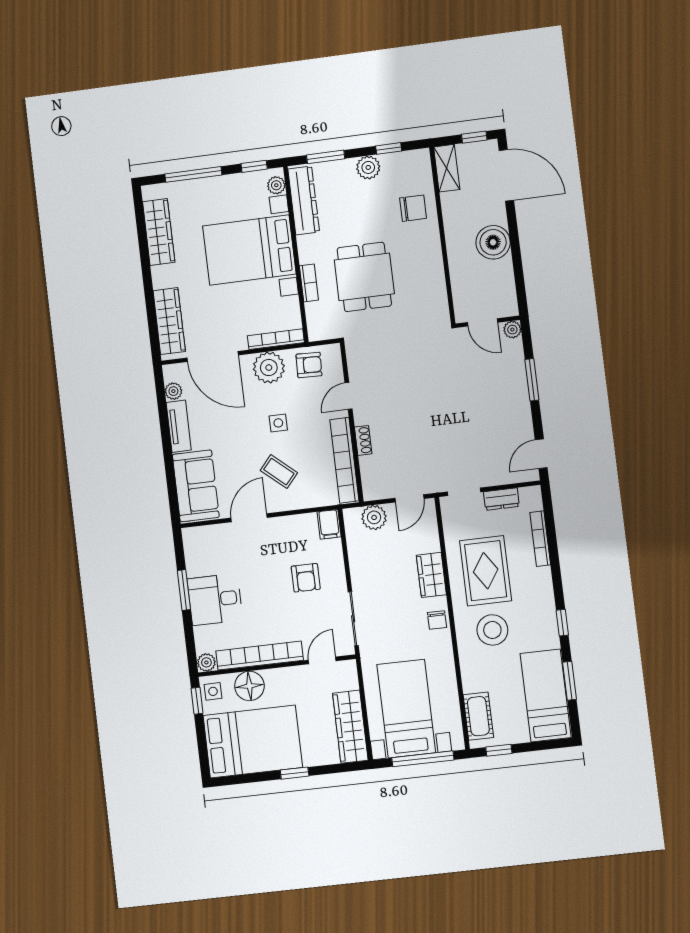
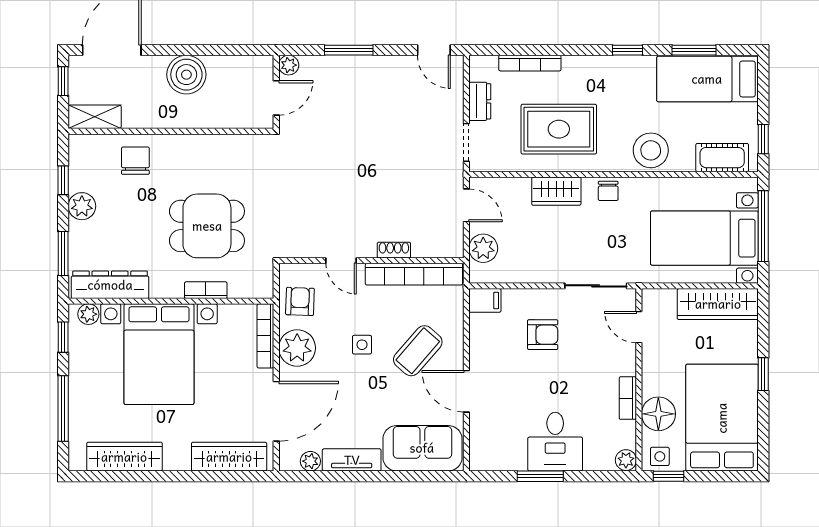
coffee table: (279, 472) -> (418, 351), width x1.36, depth x1.30
chair: (437, 620) -> (608, 191), turned 90
stool: (492, 630) -> (651, 150), moved
bookcase: (260, 656) -> (628, 398), width x0.43, depth x0.76

